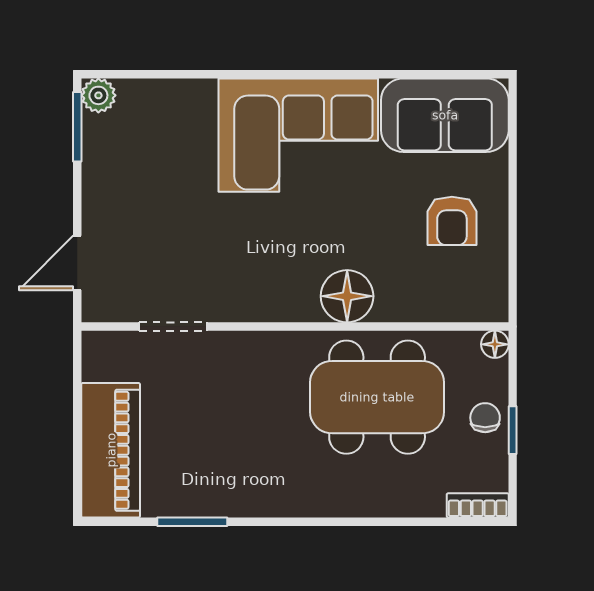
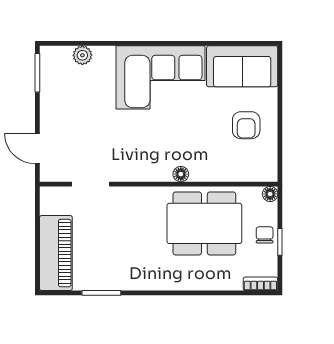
plant: (98, 95) -> (82, 55), moved
door: (77, 263) -> (37, 149), hinge flipped
floor lamp: (347, 296) -> (181, 174), width x0.53, depth x0.53

